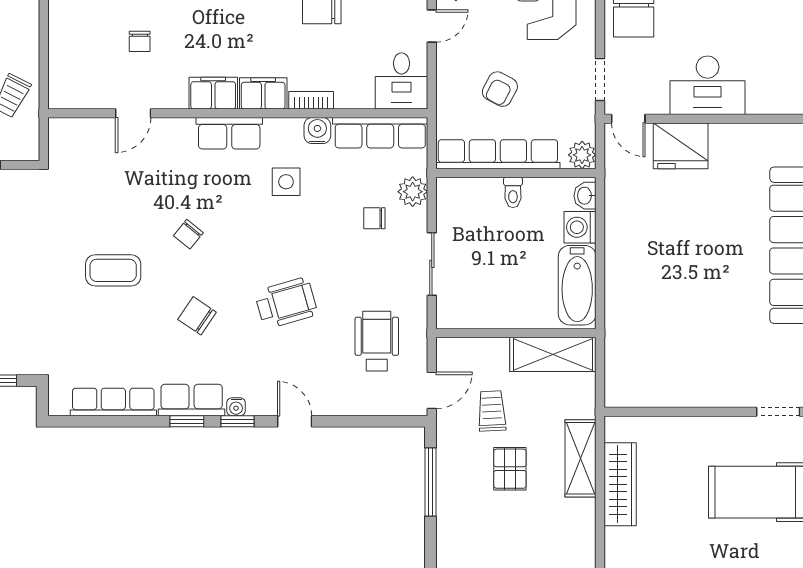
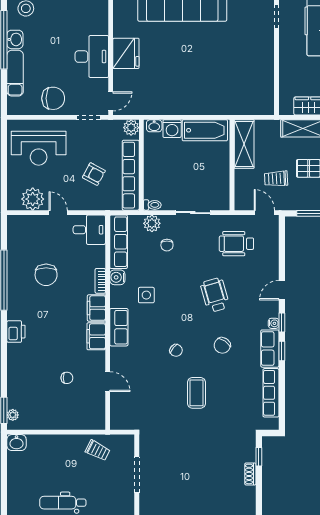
fridge: (681, 146) -> (126, 53), moved
toilet: (513, 192) -> (152, 205), moved

